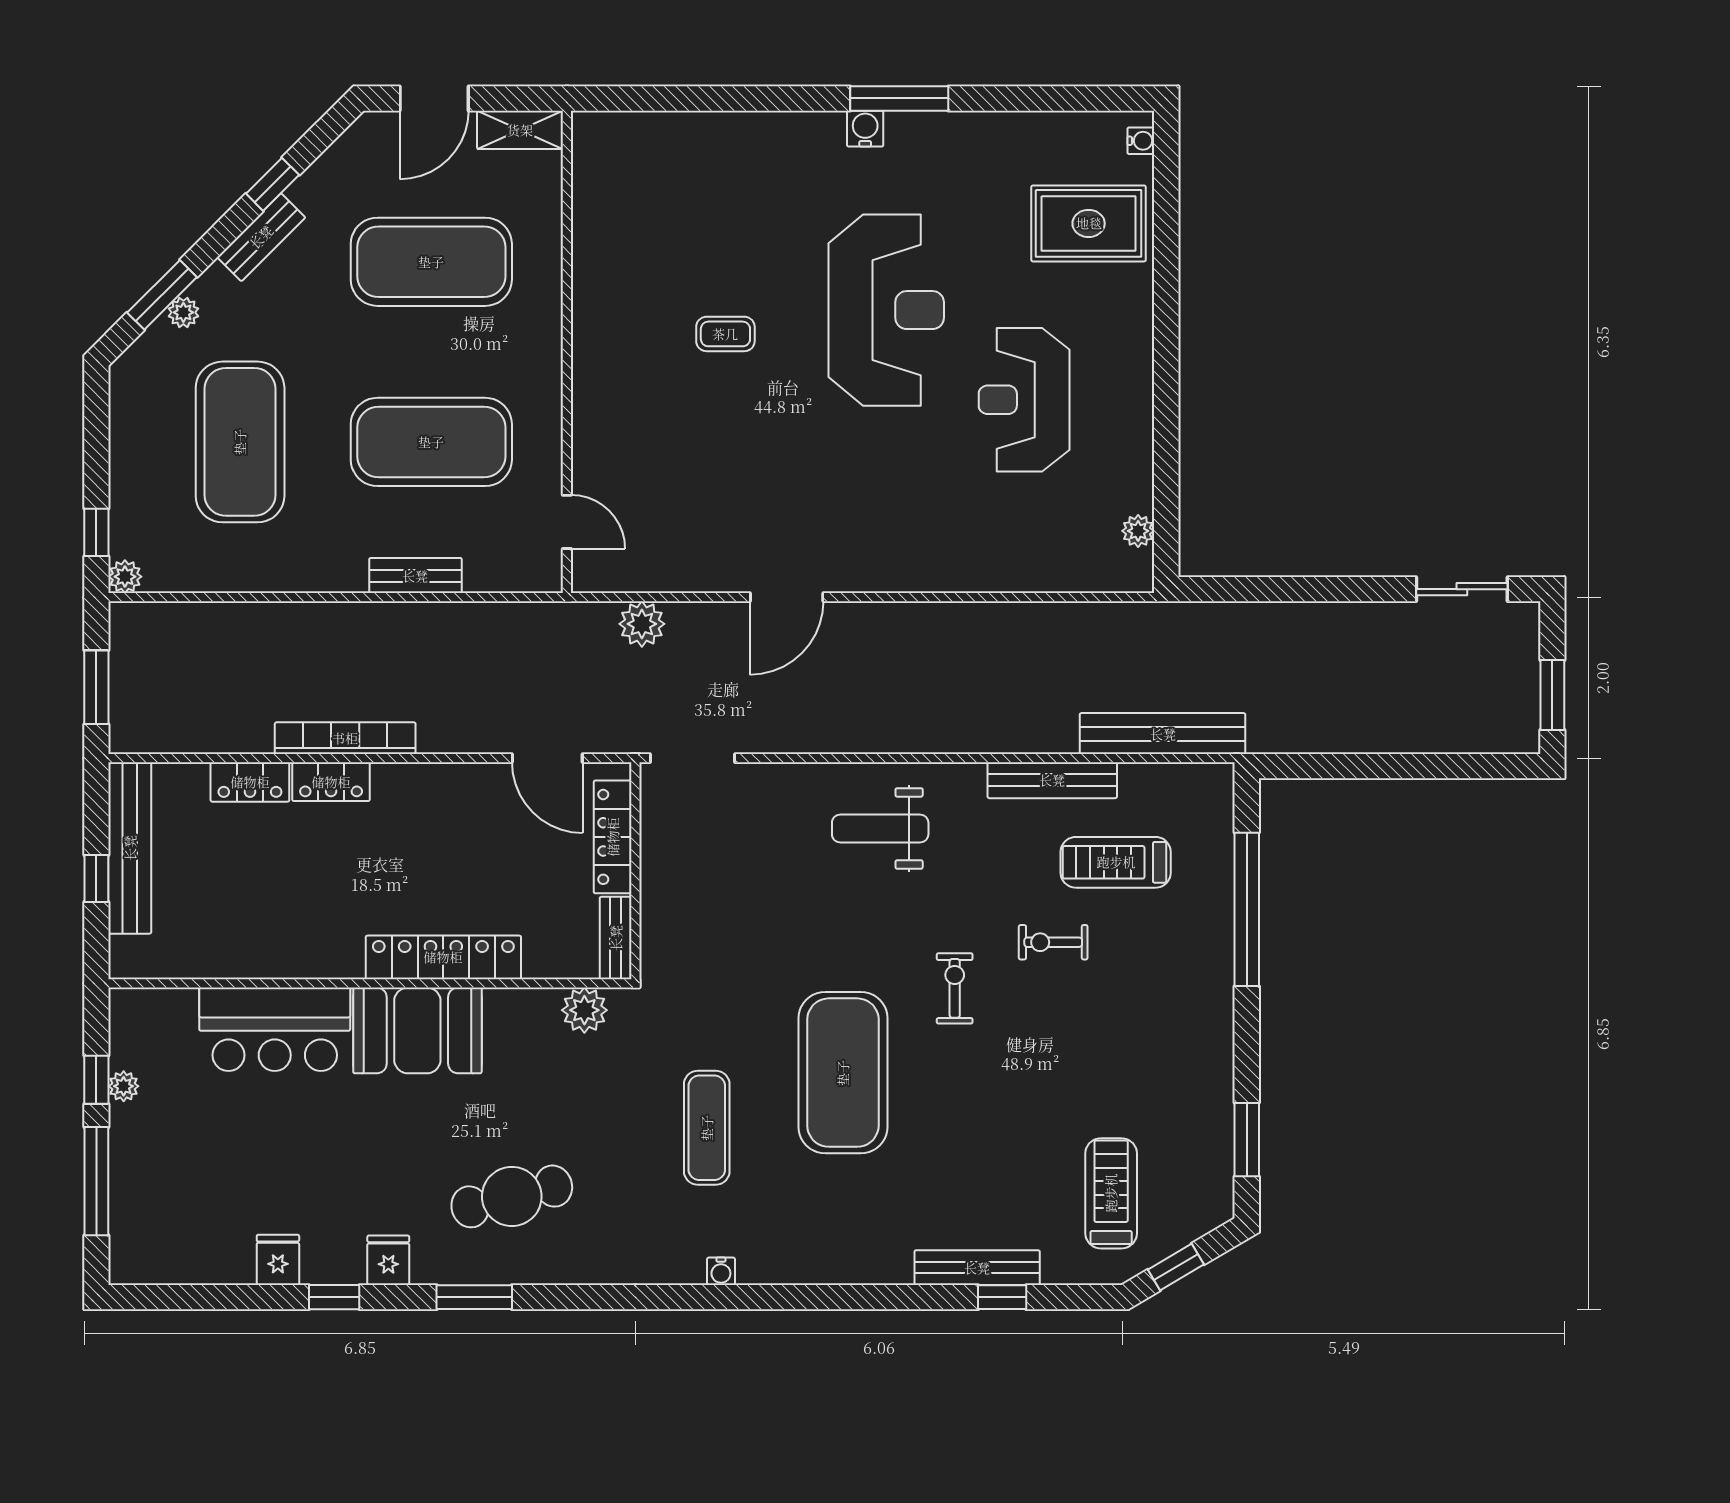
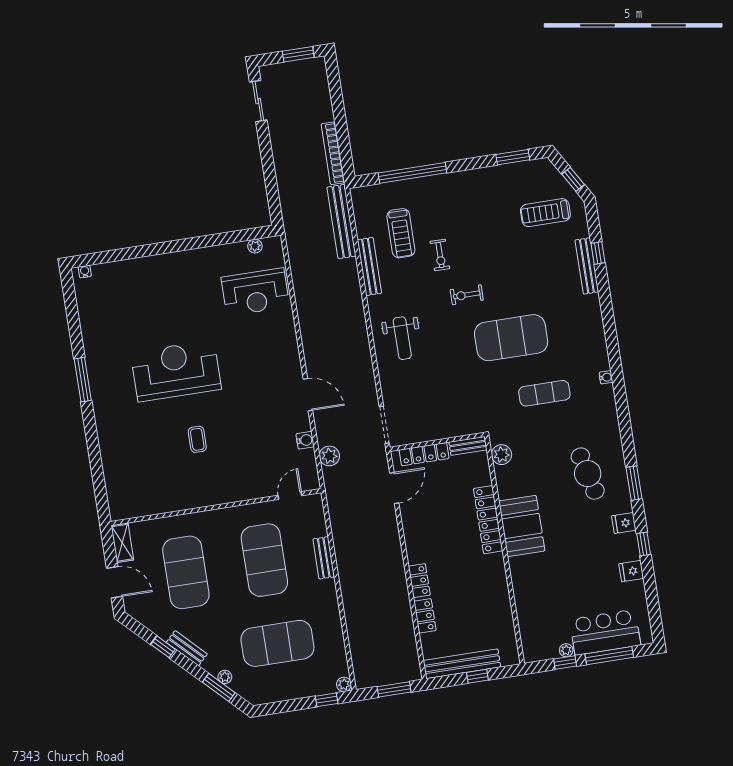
water cooler: (865, 129) -> (305, 440), moved, turned 180
rug: (1089, 223) -> (124, 289), removed
reception desk: (1024, 400) -> (255, 292), moved
bookcase: (345, 738) -> (333, 153), moved
bar counter: (275, 1029) -> (605, 632), moved, turned -90

